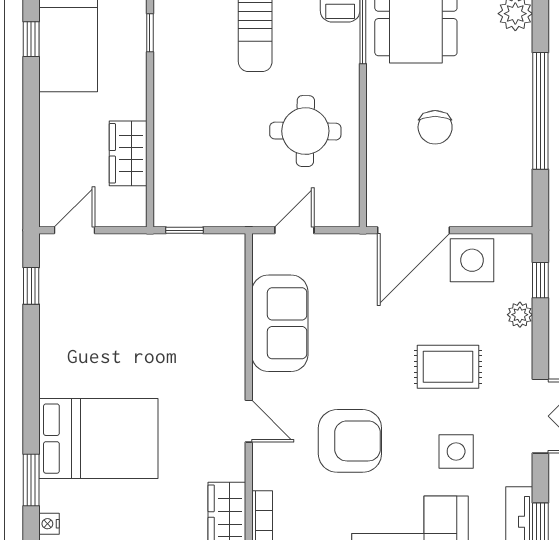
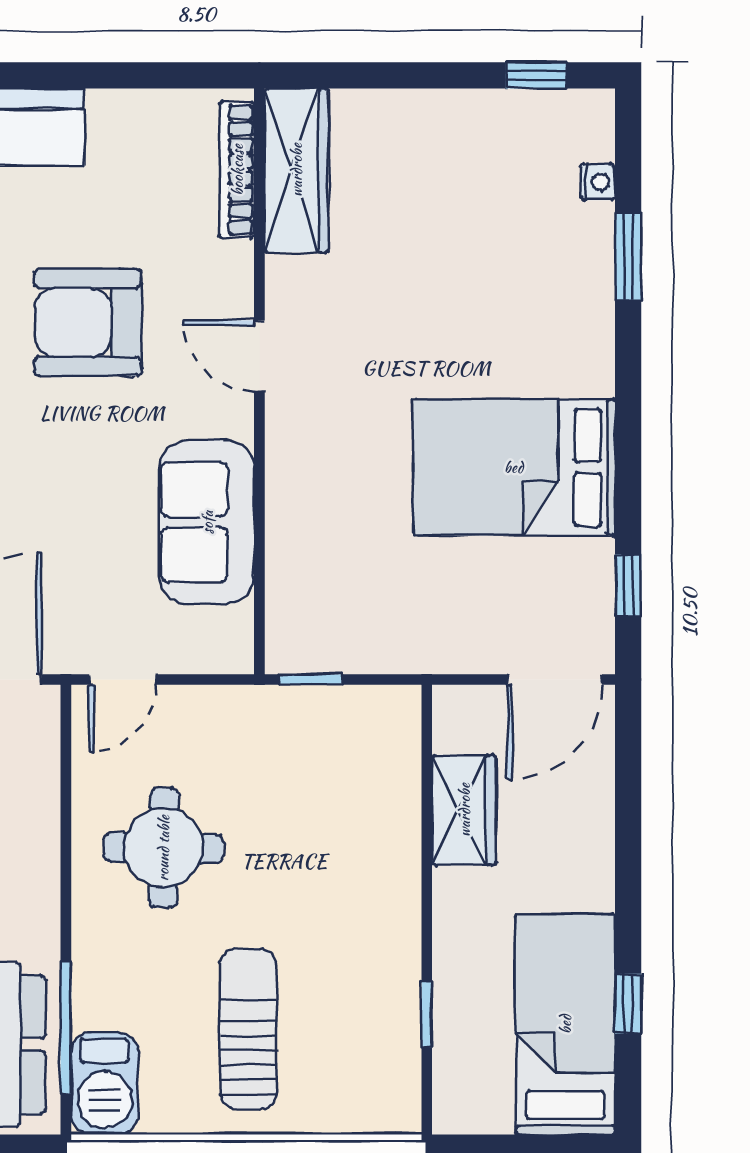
door: (74, 230) -> (555, 679), width x1.38
window: (185, 230) -> (311, 679), moved
door: (294, 230) -> (123, 679), moved
bed: (98, 439) -> (514, 467), moved

